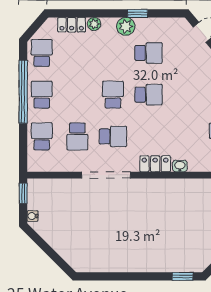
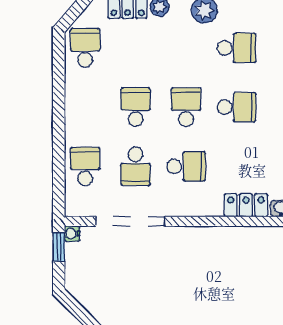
window: (23, 92) -> (59, 103), removed
school desk: (42, 95) -> (136, 107), moved
doorway: (106, 175) -> (130, 221), moved
water cooler: (33, 216) -> (72, 233), moved

